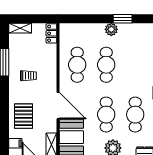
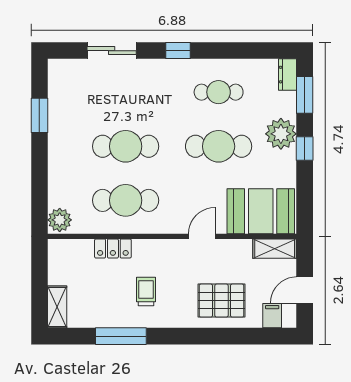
plant: (111, 29) -> (60, 220), moved
locker: (51, 33) -> (113, 248), moved
door: (58, 106) -> (202, 236), width x0.53
cafe table: (135, 115) -> (219, 92), width x0.73, depth x0.74

